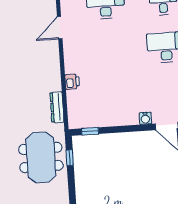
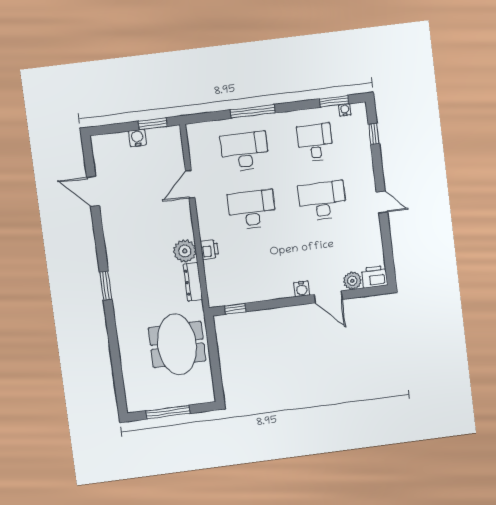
desk: (108, 51) -> (252, 210), added
plant: (52, 82) -> (185, 251), added
window: (70, 158) -> (212, 343), removed

